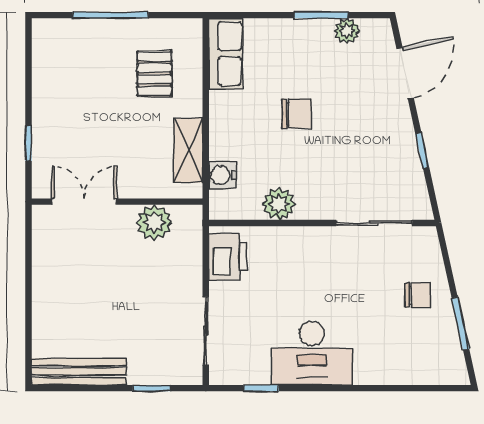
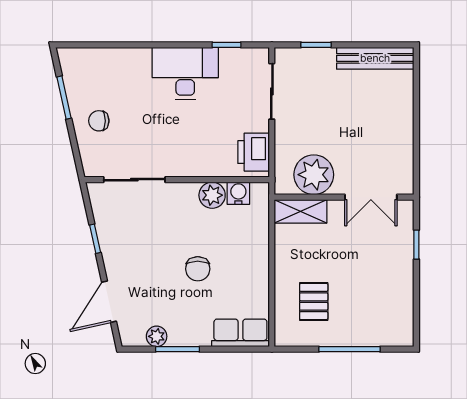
row of seats: (226, 54) -> (240, 333), moved, turned 90
chair: (296, 114) -> (198, 269), turned -90
shelving: (188, 150) -> (301, 211), moved, turned 90
water cooler: (222, 175) -> (238, 193), moved, turned -90
plant: (154, 223) -> (314, 175), width x1.36, depth x1.36

